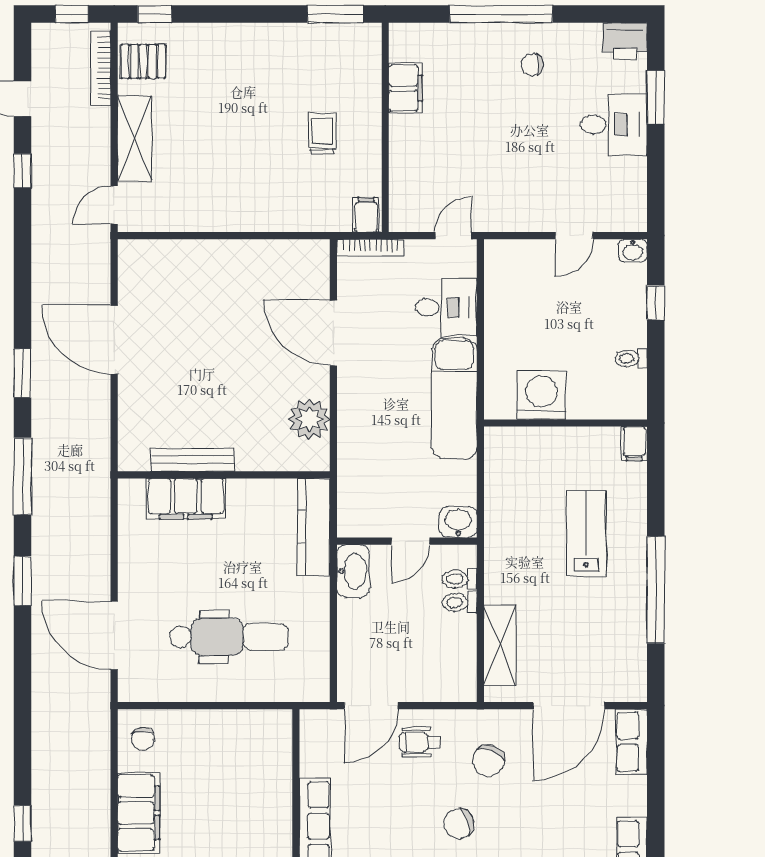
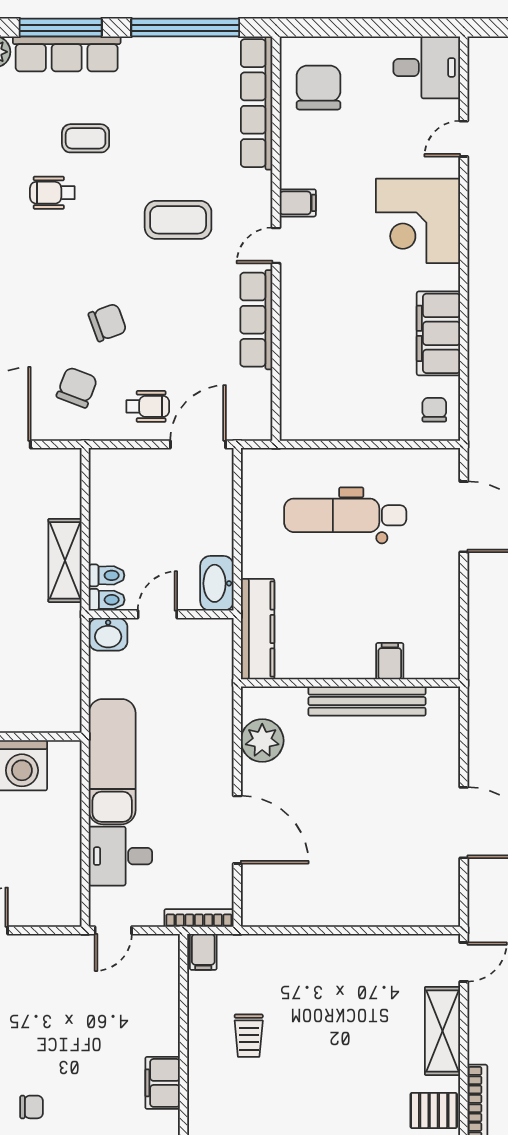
bench: (193, 460) -> (367, 701), width x1.37, depth x1.21
filing cabinet: (186, 499) -> (390, 661), width x0.33, depth x0.86
toilet: (460, 602) -> (107, 600), moved
shelving: (500, 646) -> (65, 560), moved

